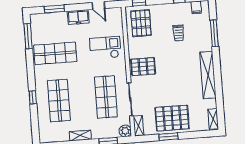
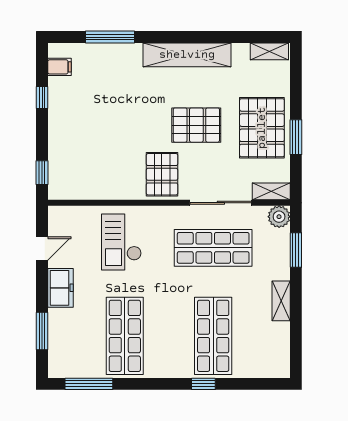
pallet: (141, 23) -> (196, 125), moved
trolley: (178, 33) -> (104, 104), removed
shop shelf: (59, 101) -> (213, 336), turned 90

